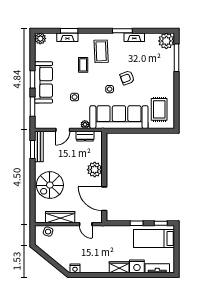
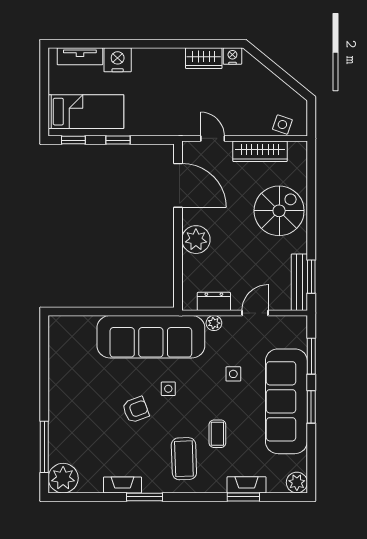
sofa: (43, 82) -> (286, 401), width x1.36, depth x1.27
rug: (159, 109) -> (76, 351), removed
wardrobe: (119, 267) -> (204, 58), moved

